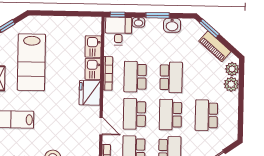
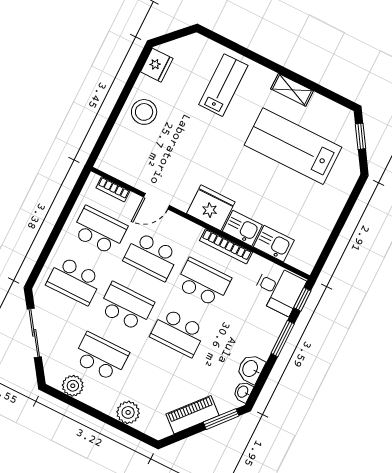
window: (158, 15) -> (283, 339), moved
washbasin: (138, 22) -> (243, 392), moved
plant: (232, 69) -> (73, 386), moved
school desk: (134, 114) -> (151, 256), turned 180

